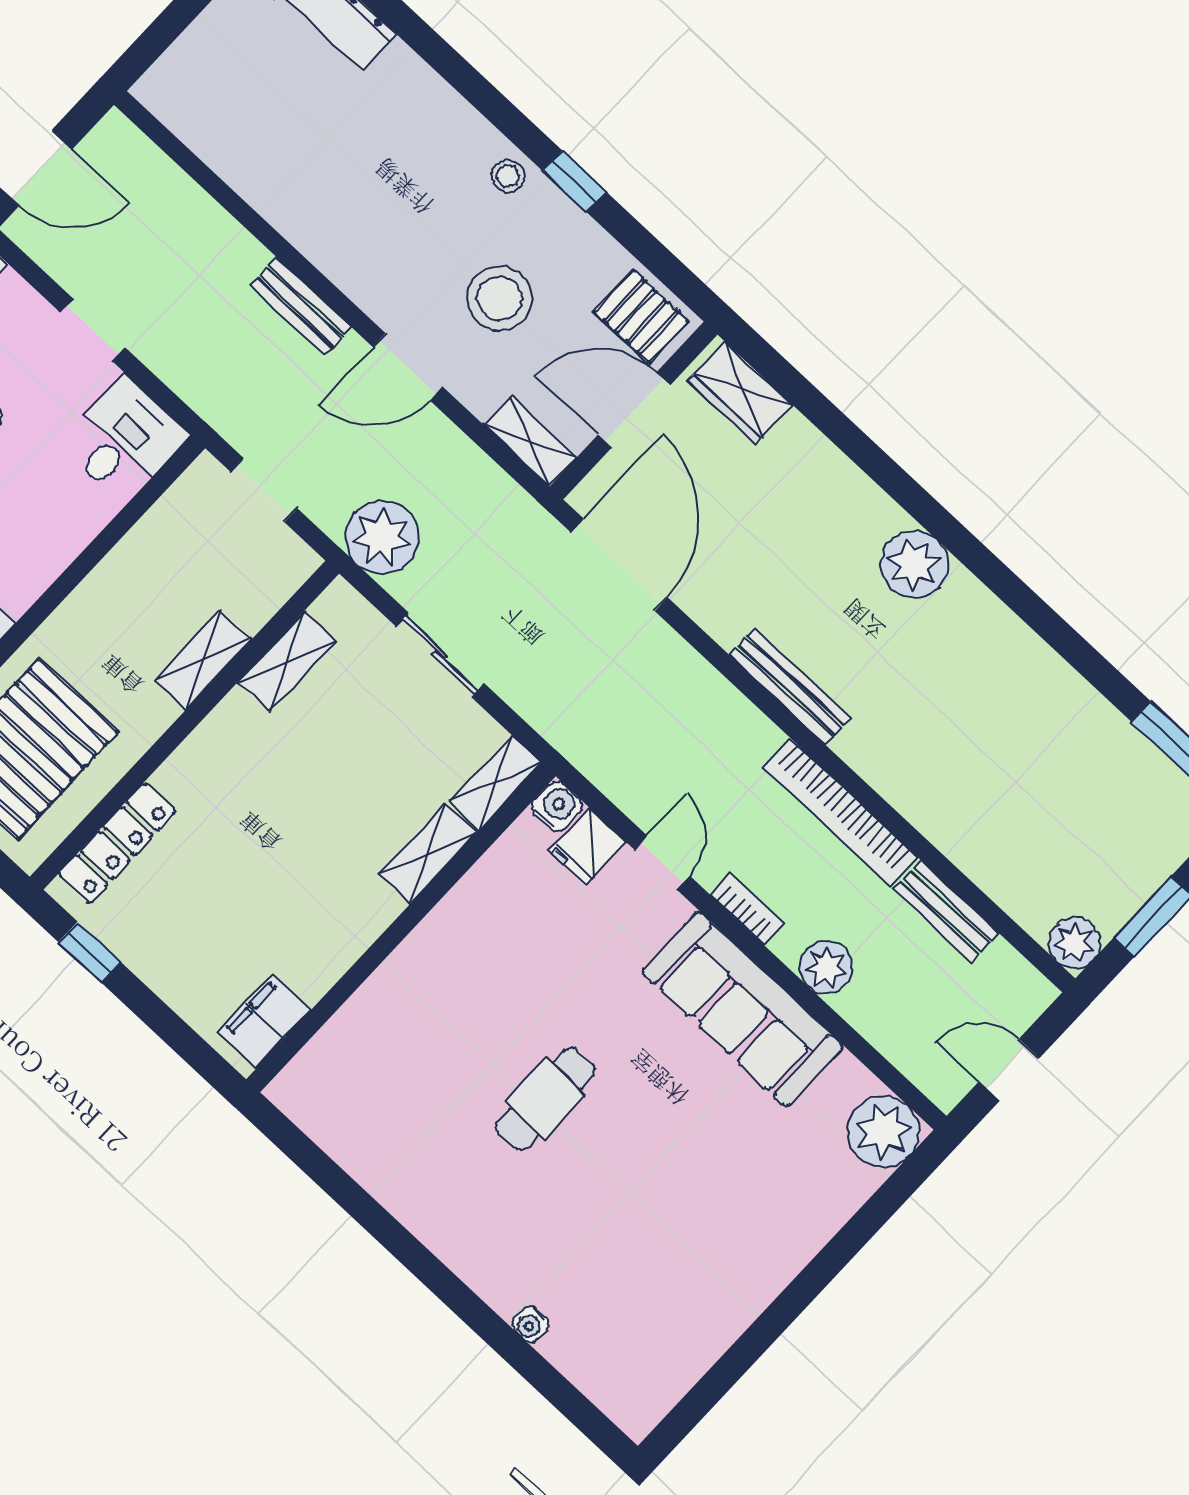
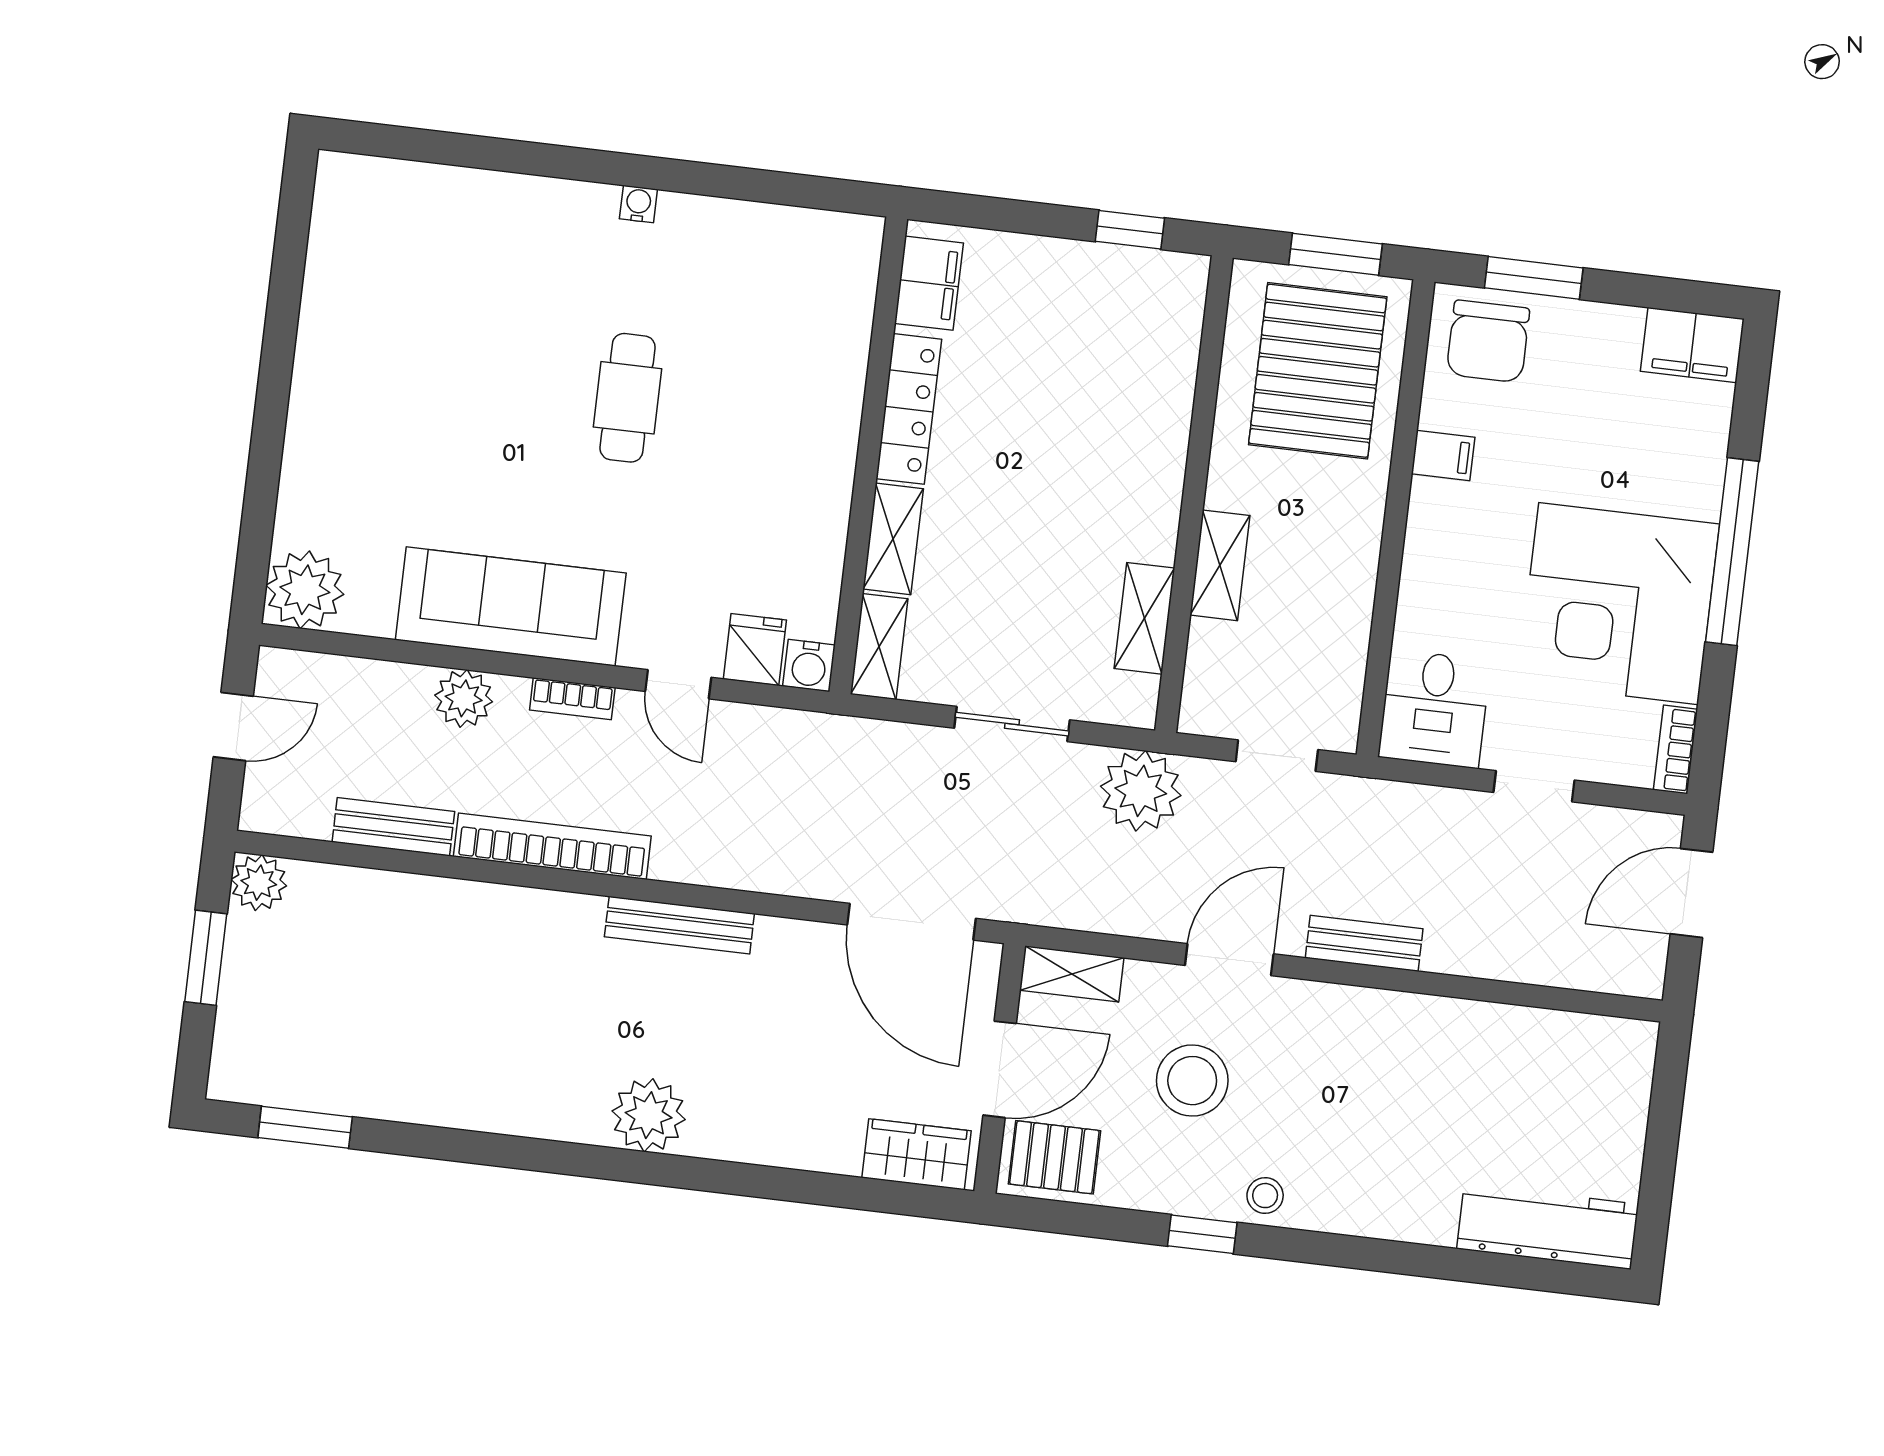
locker: (117, 843) -> (909, 409), moved, turned 180
water cooler: (530, 1324) -> (638, 204), moved

